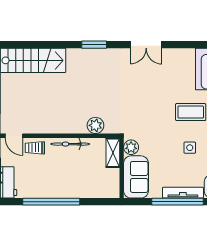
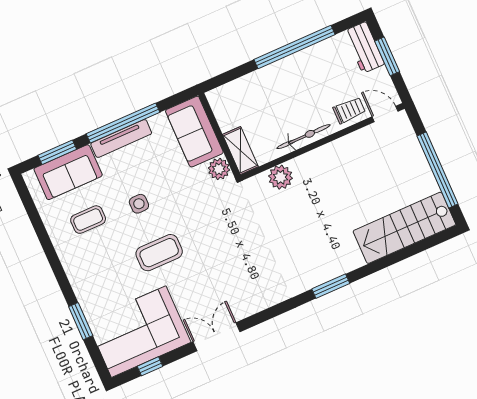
double door: (146, 45) -> (216, 337), moved

